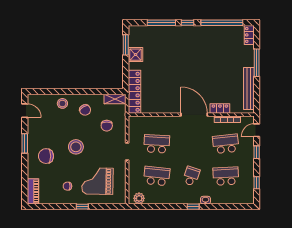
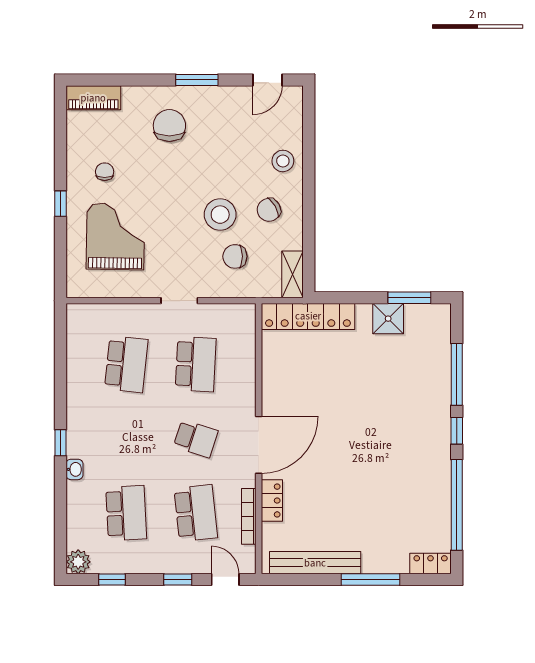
stool: (76, 147) -> (220, 215), moved
school desk: (191, 176) -> (196, 439), moved
plant: (139, 198) -> (78, 562), moved

